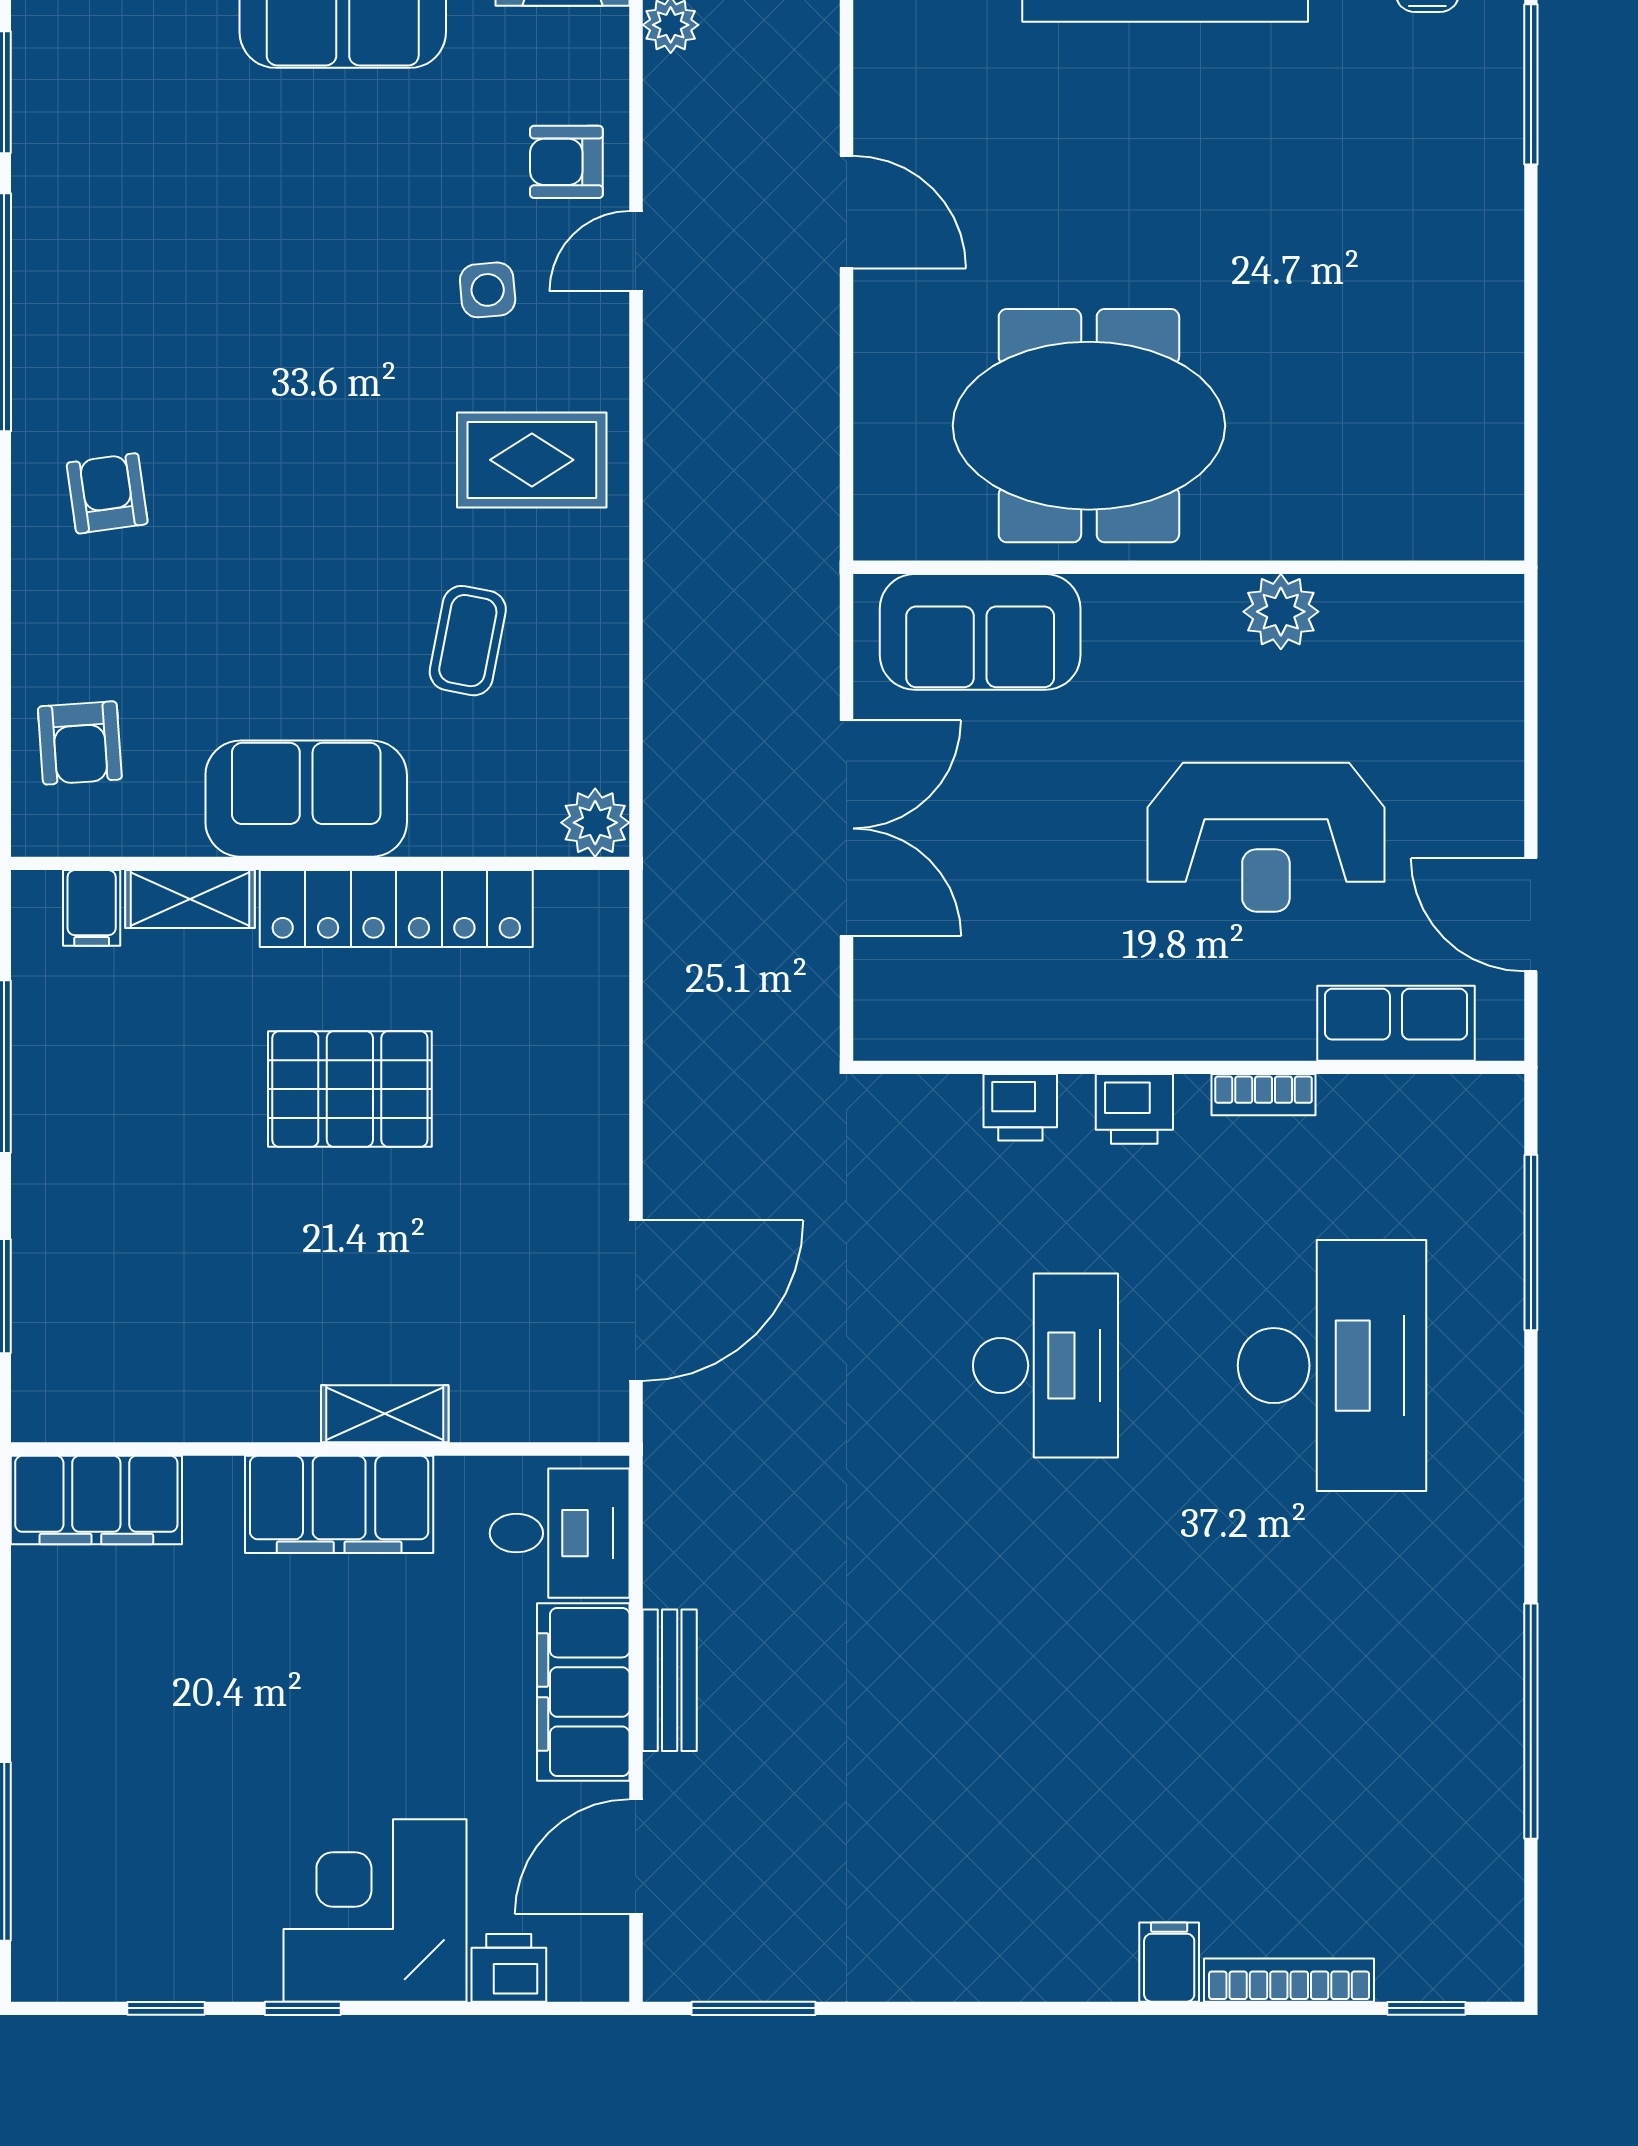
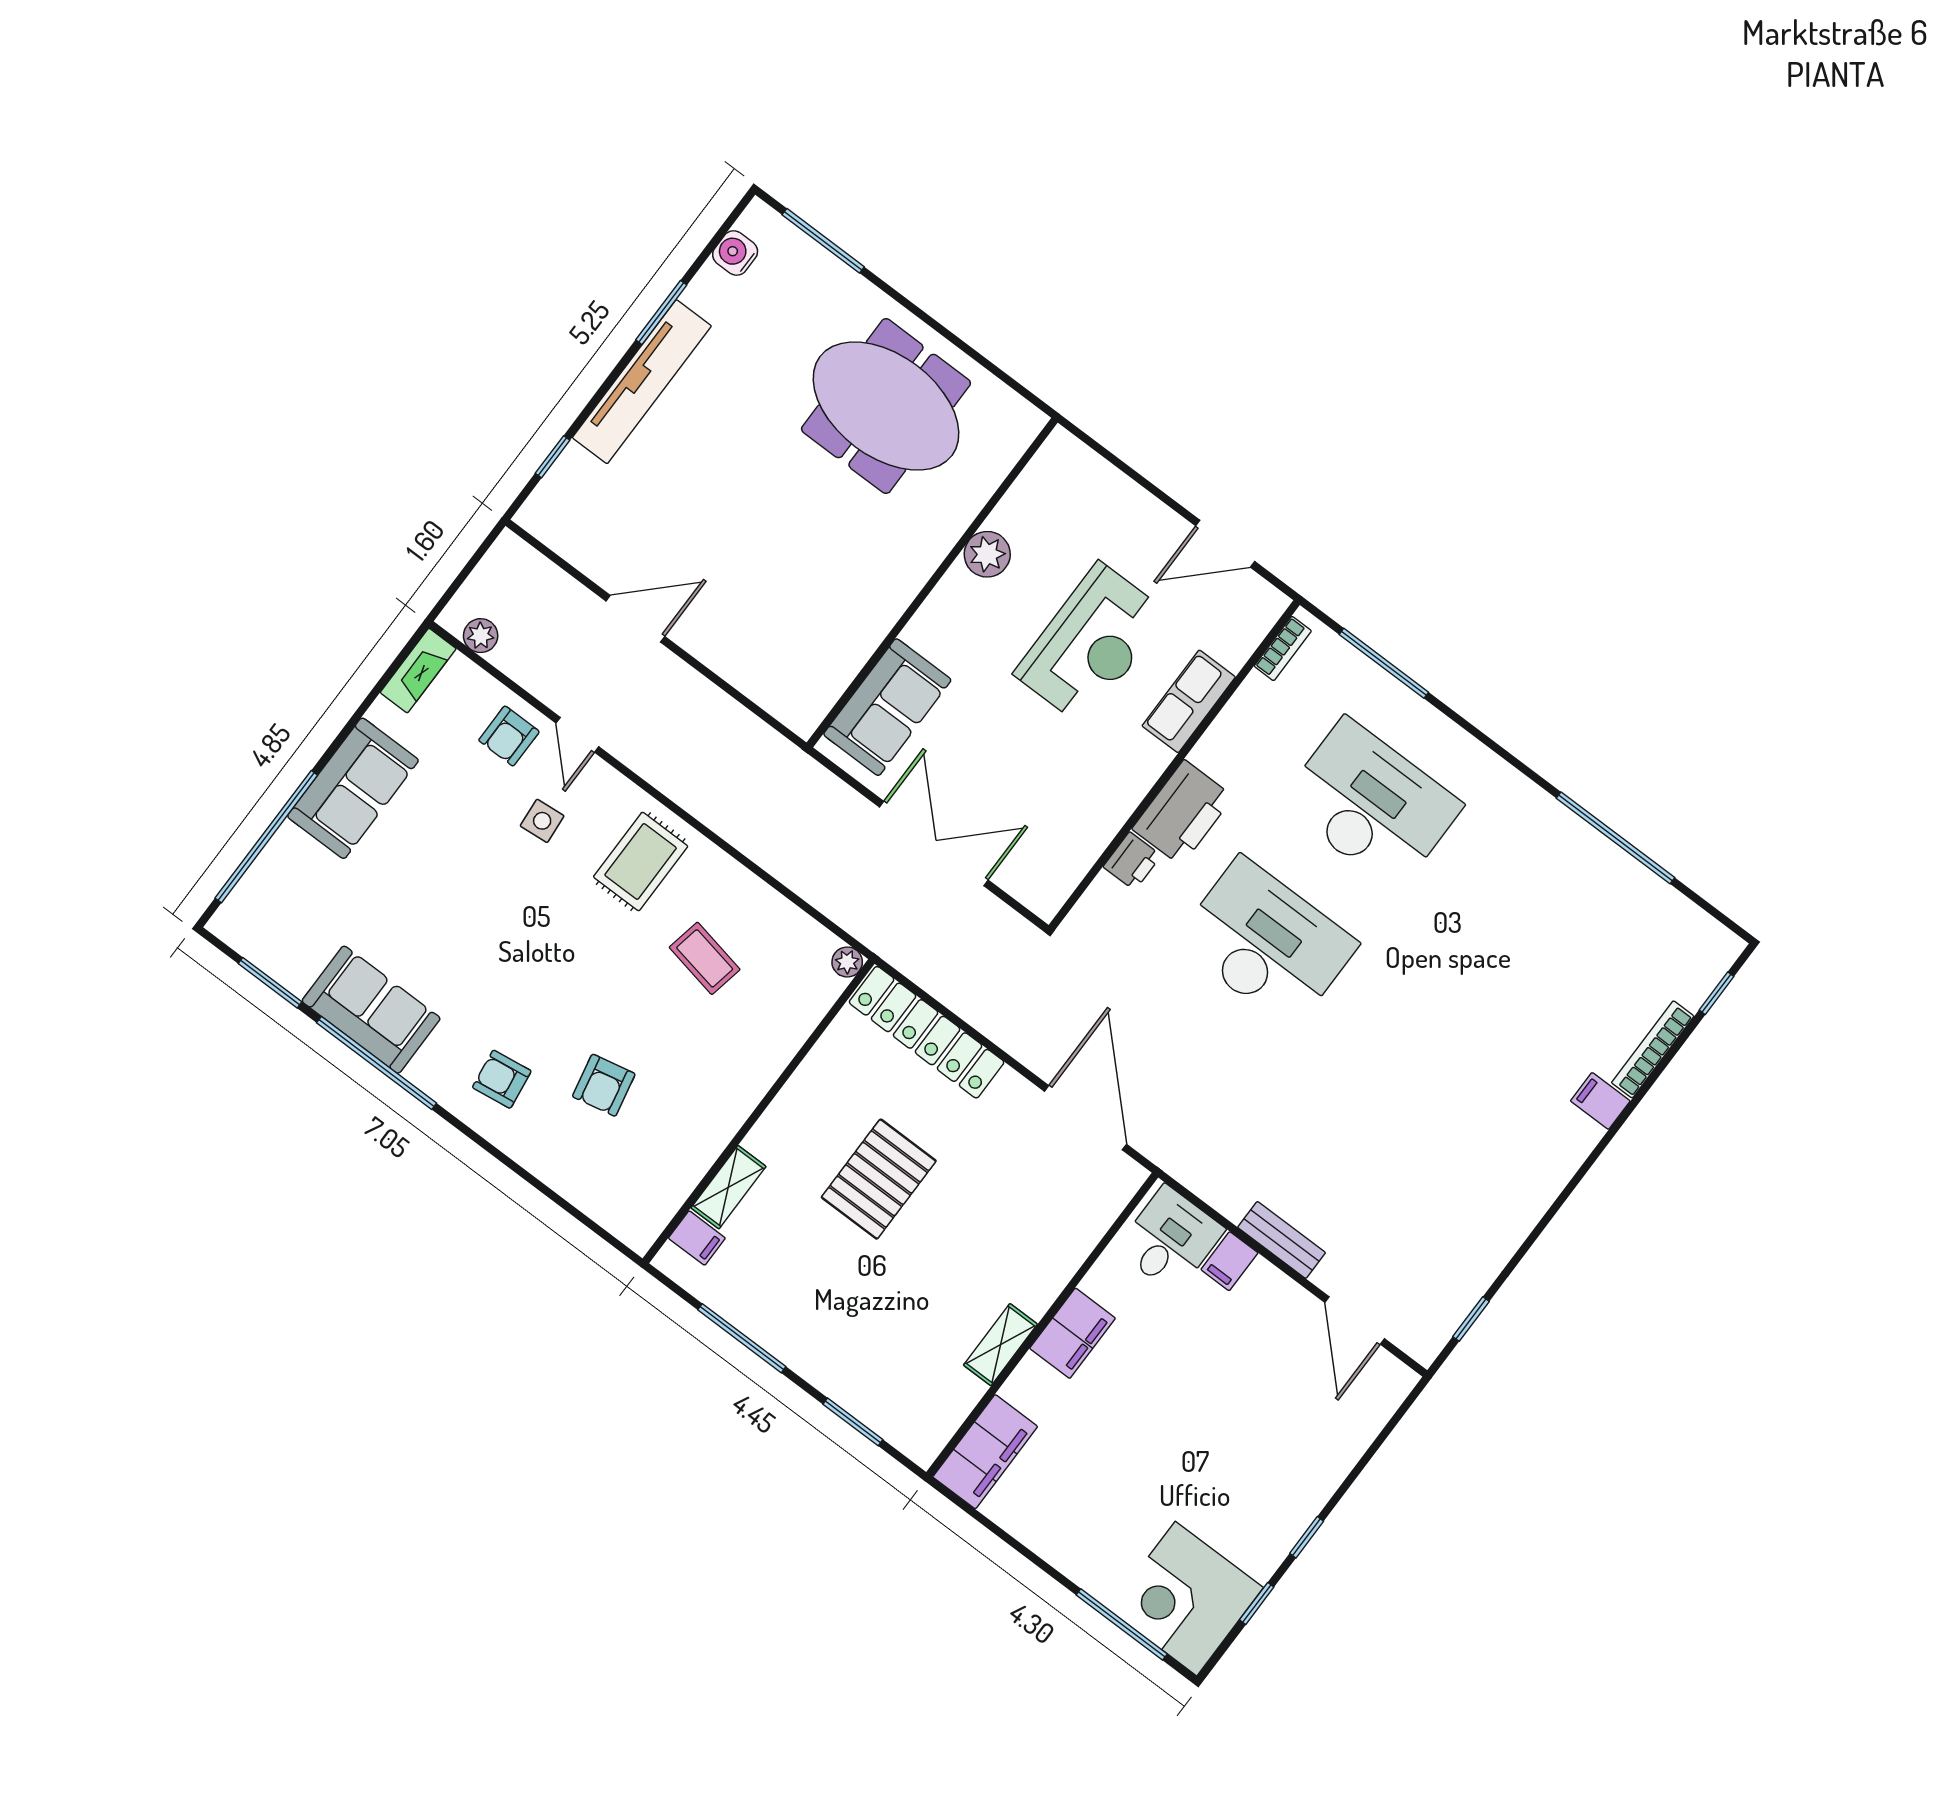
meeting table: (1089, 426) -> (886, 406), moved, turned 90
armchair: (80, 743) -> (604, 1085), moved, turned 82
sofa: (306, 799) -> (371, 1010), moved, turned 90
plant: (595, 823) -> (847, 962), width x0.73, depth x0.73
locker: (396, 909) -> (927, 1032), moved, turned 90
row of seats: (1396, 1023) -> (1189, 701), moved
bookcase: (1264, 1095) -> (1283, 649), moved
printer: (1134, 1109) -> (1183, 813), width x1.87, depth x1.48
desk: (1045, 1366) -> (1266, 943), width x1.36, depth x1.30
shelving: (385, 1414) -> (1000, 1345), moved
filing cabinet: (339, 1504) -> (1072, 1333), width x0.67, depth x0.86
filing cabinet: (583, 1692) -> (1229, 1261), width x0.33, depth x0.86
corner desk: (375, 1910) -> (1186, 1599), moved
printer: (509, 1968) -> (1362, 1423), removed
window: (753, 2008) -> (1471, 1319), width x0.67

